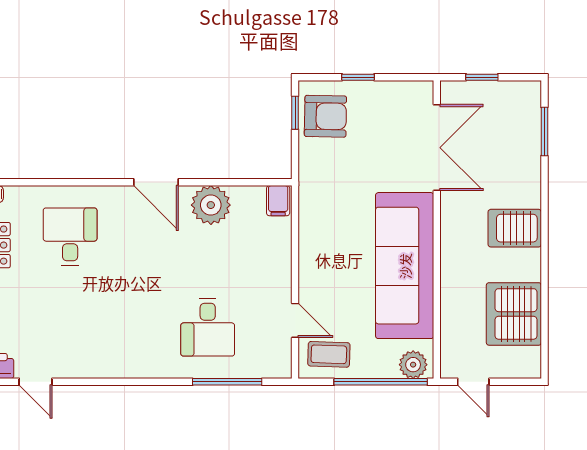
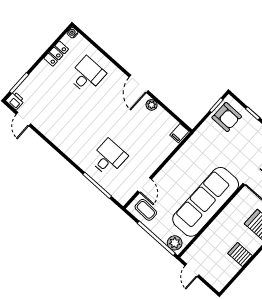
plant: (211, 205) -> (152, 105), width x0.53, depth x0.53
server rack: (514, 314) -> (240, 255), width x0.46, depth x0.70
desk: (208, 327) -> (108, 158), turned 180

